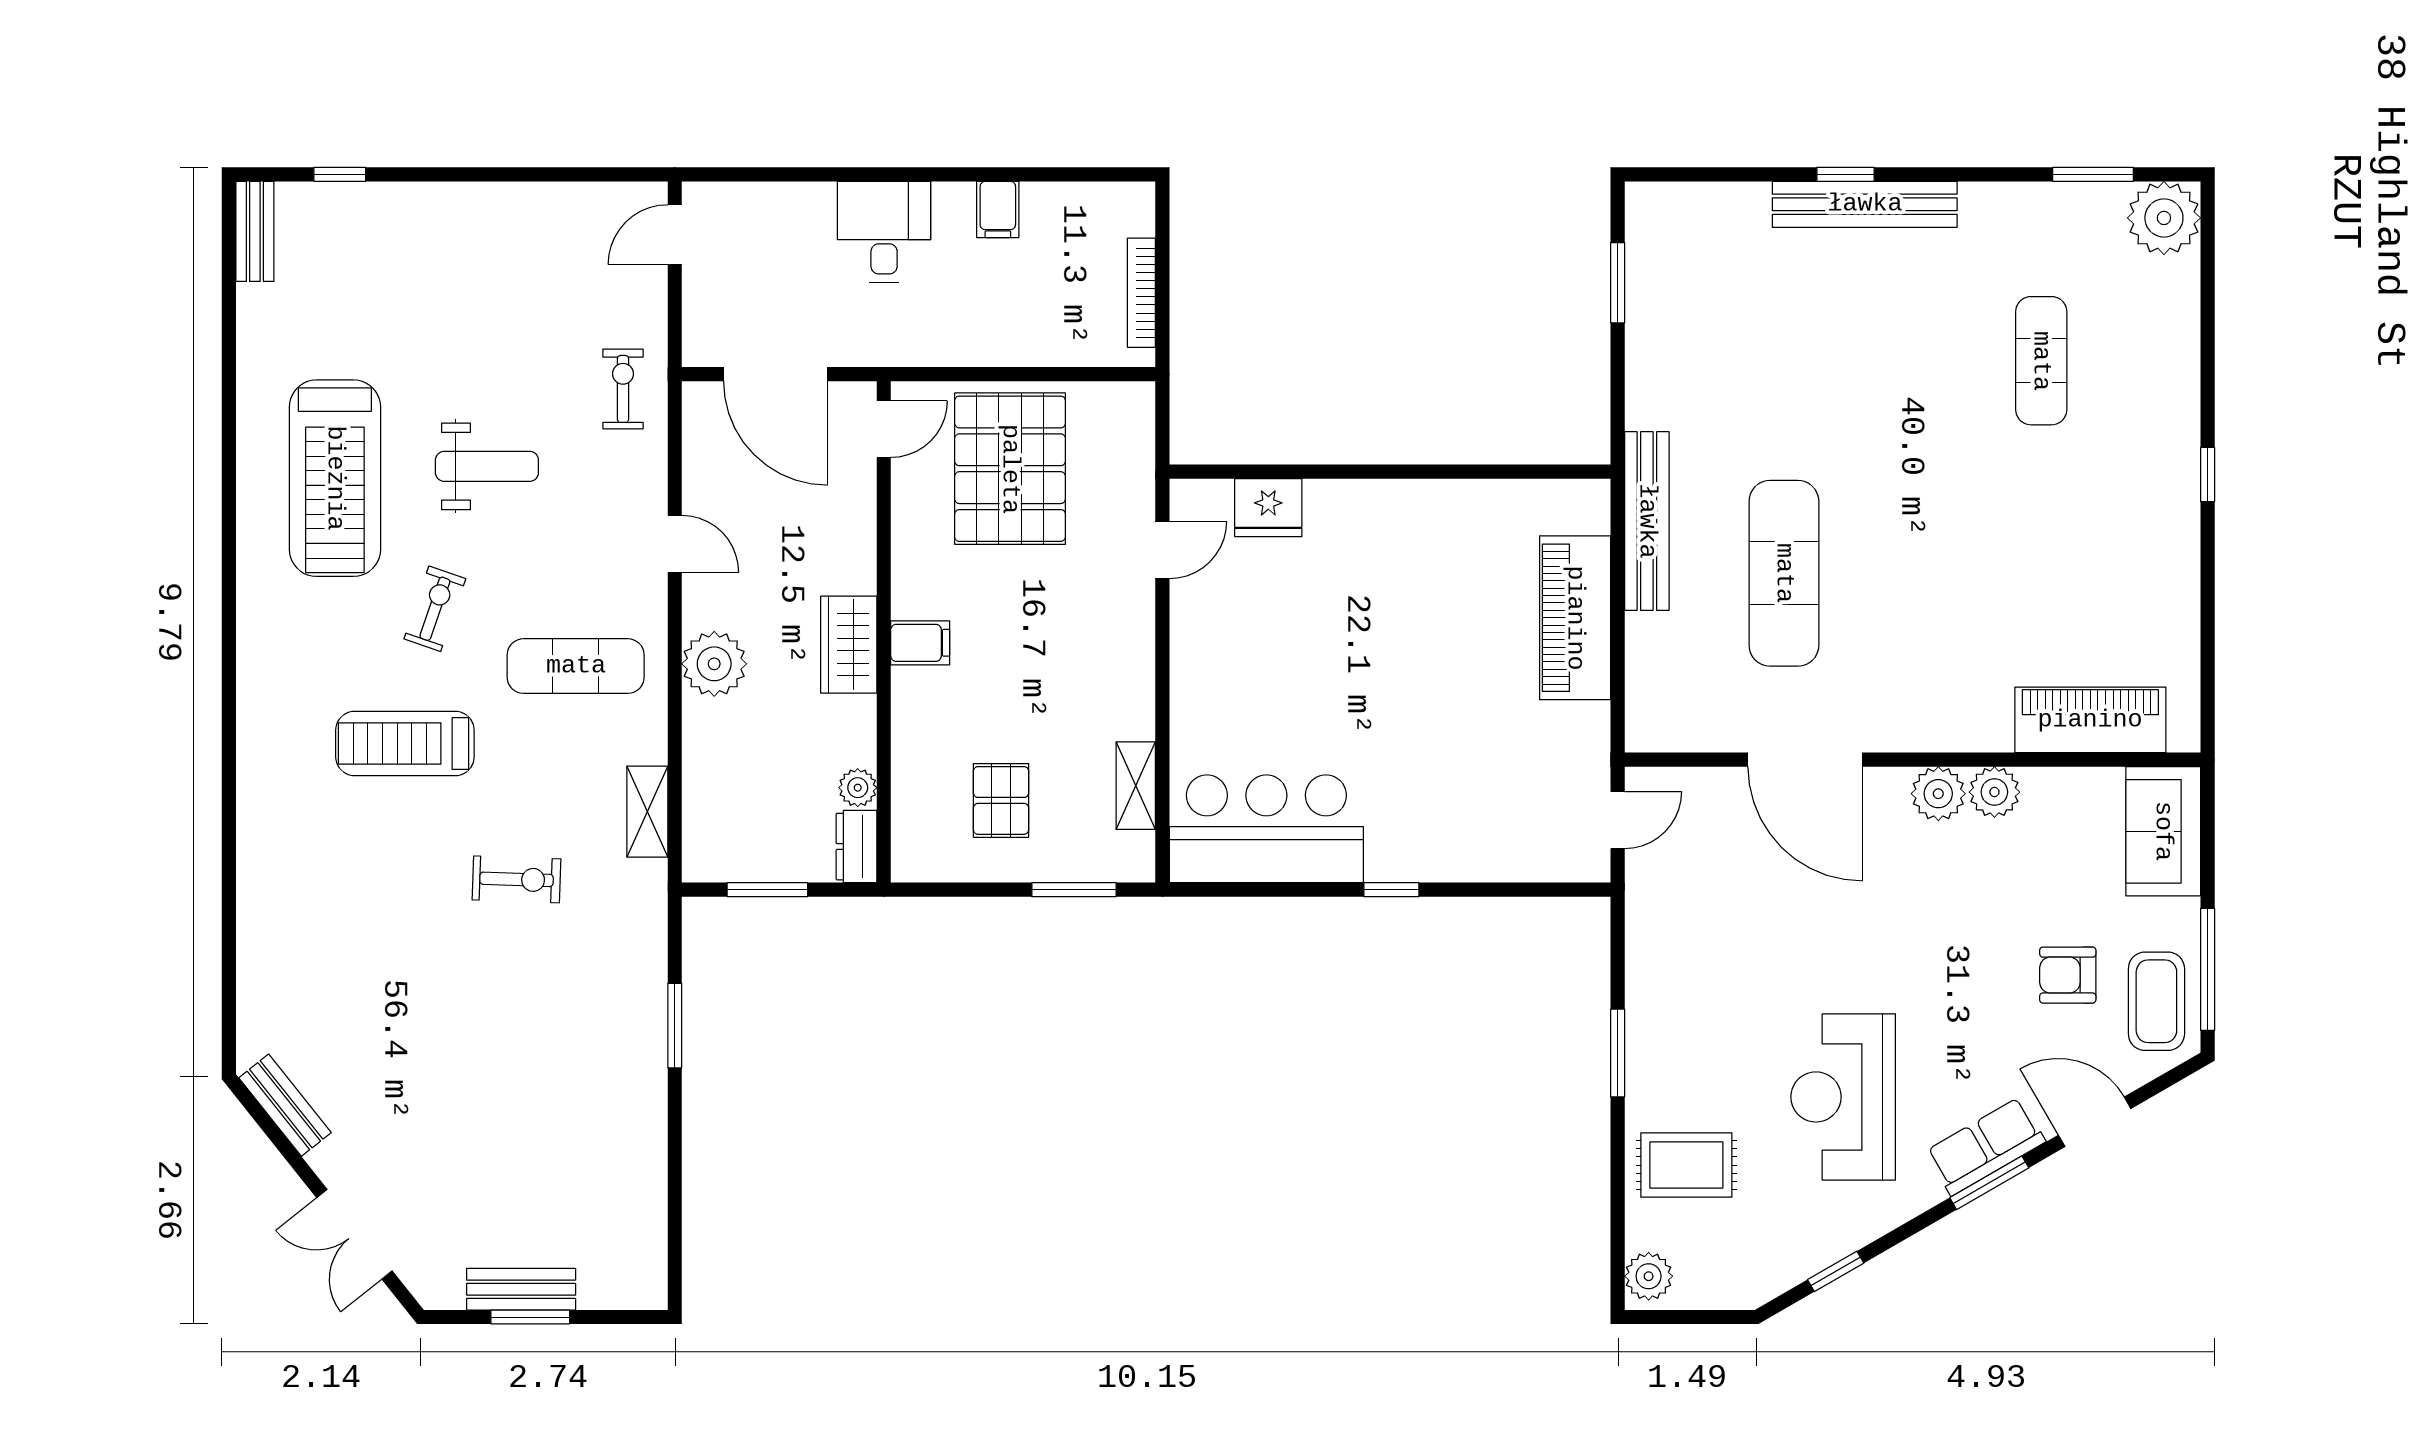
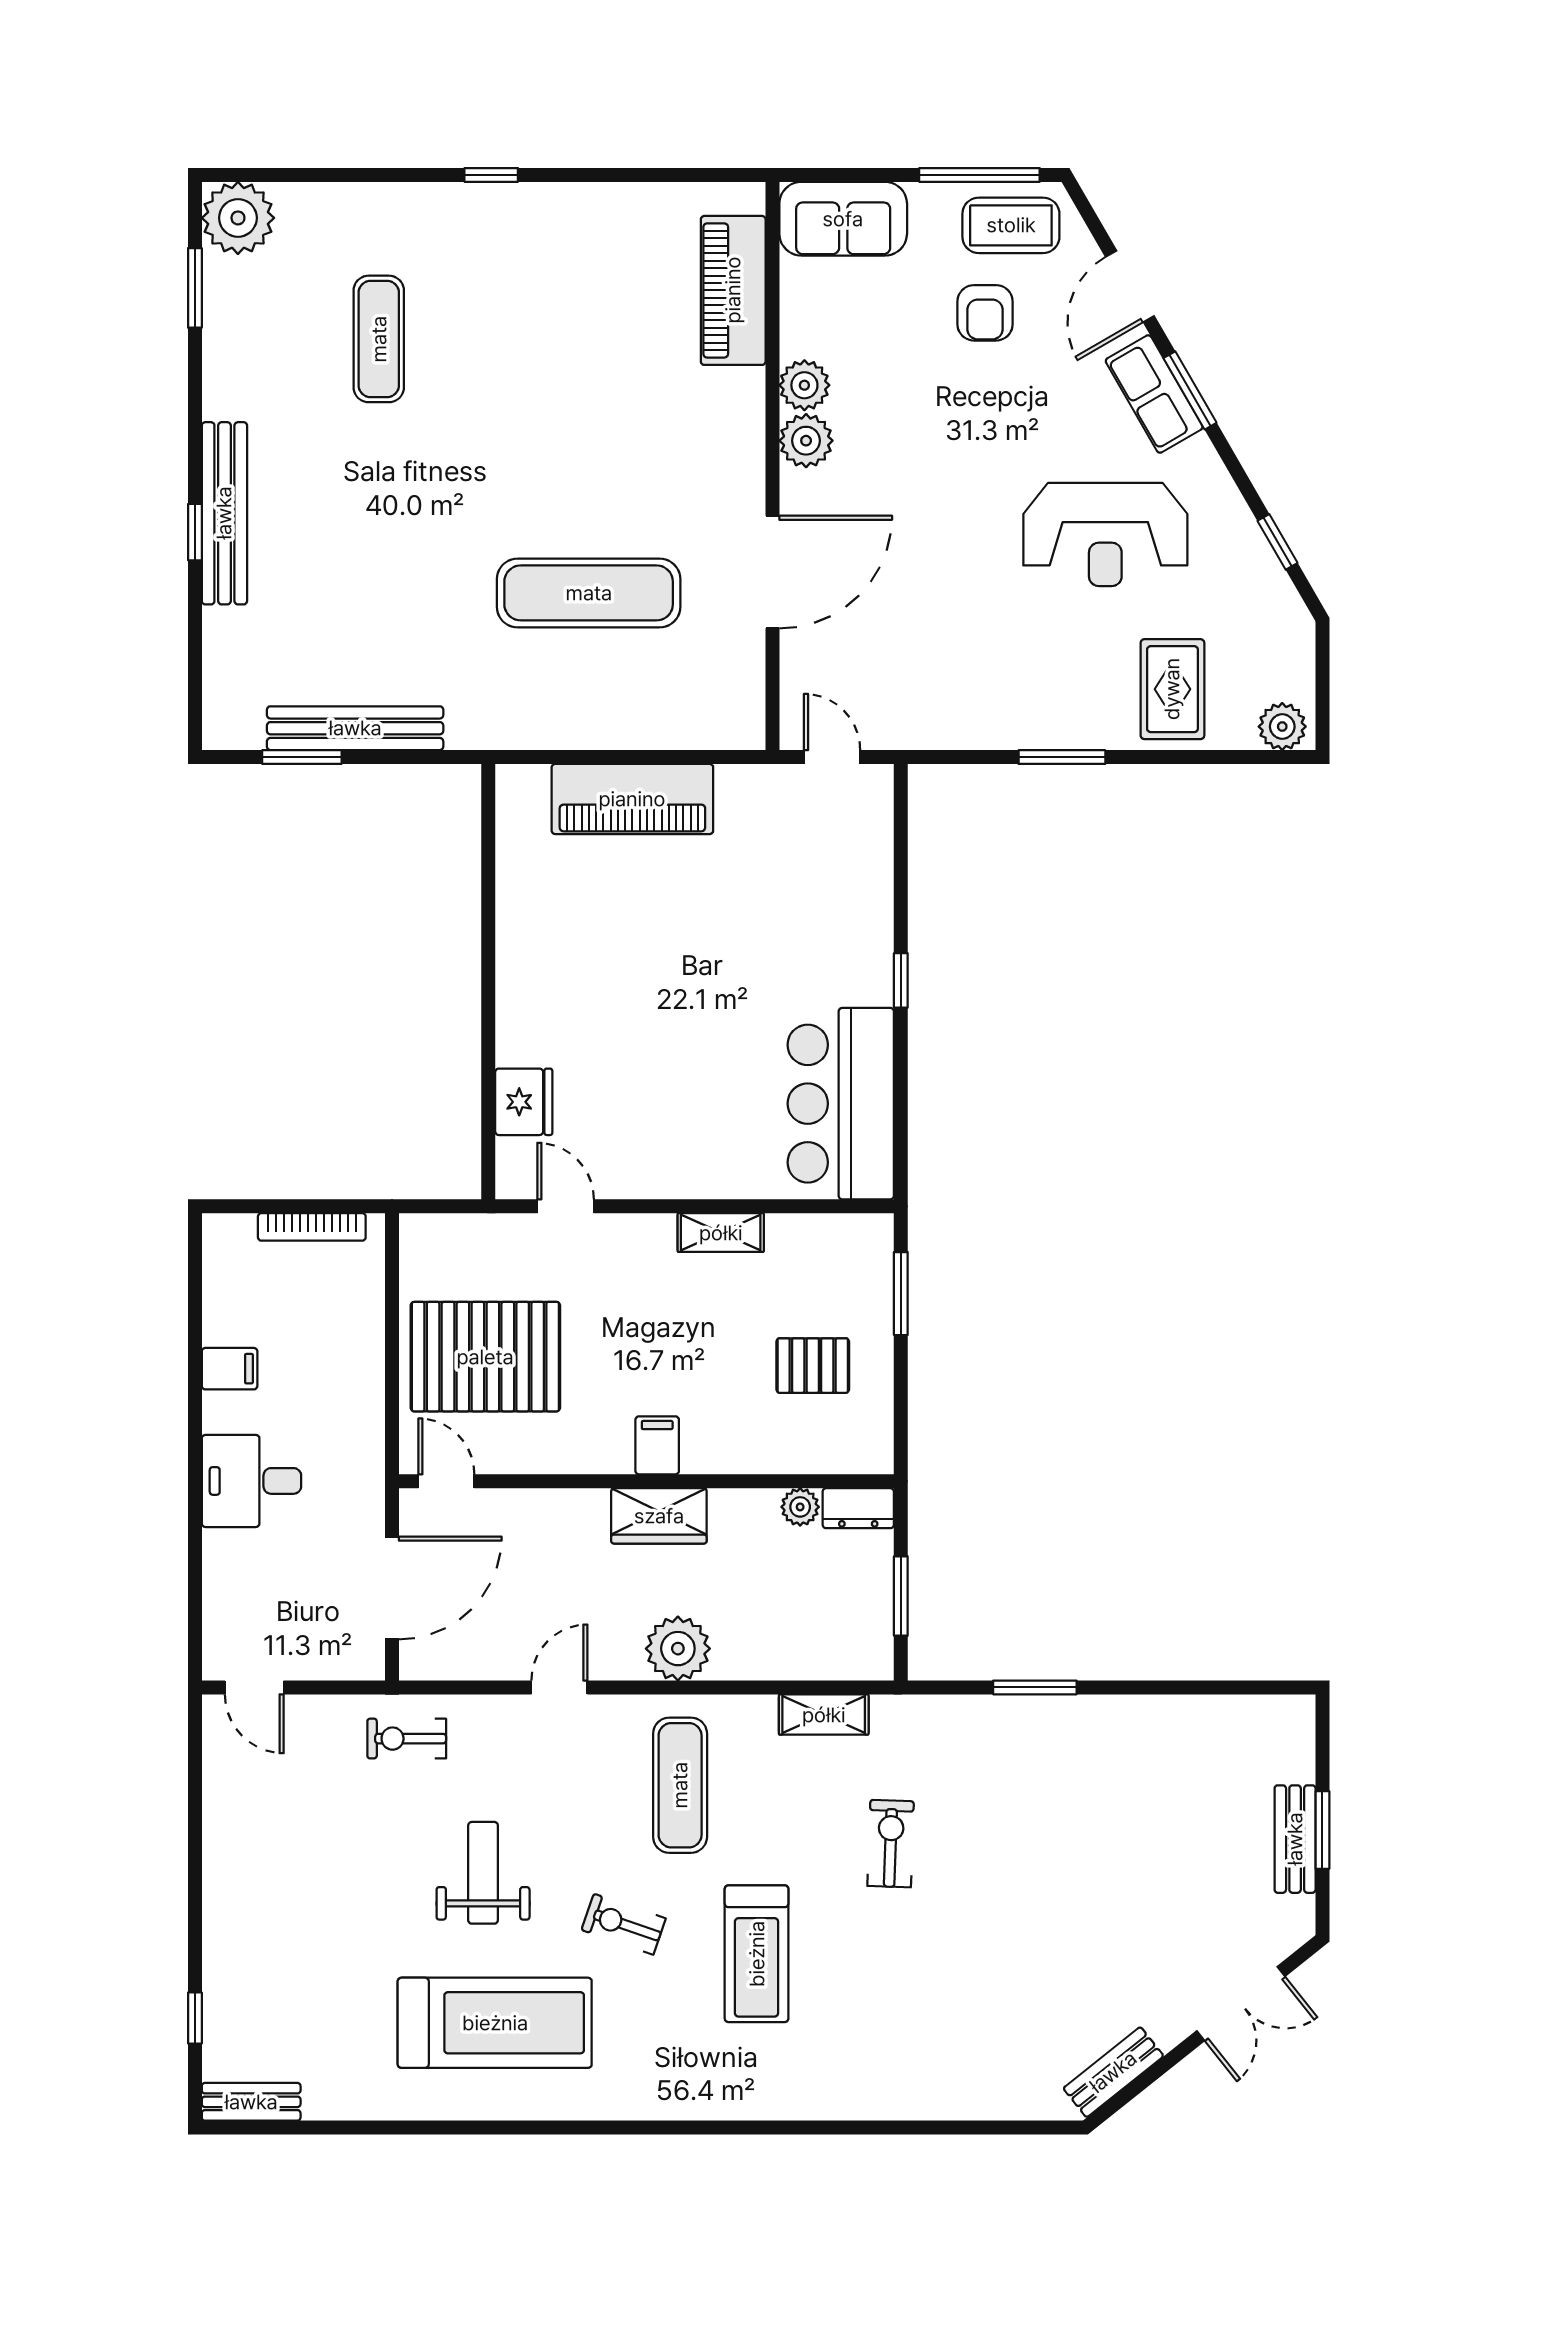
exercise mat: (2041, 361) -> (379, 339), turned 90
bench: (1647, 521) -> (355, 728), moved
shelving: (1136, 786) -> (721, 1233), moved

